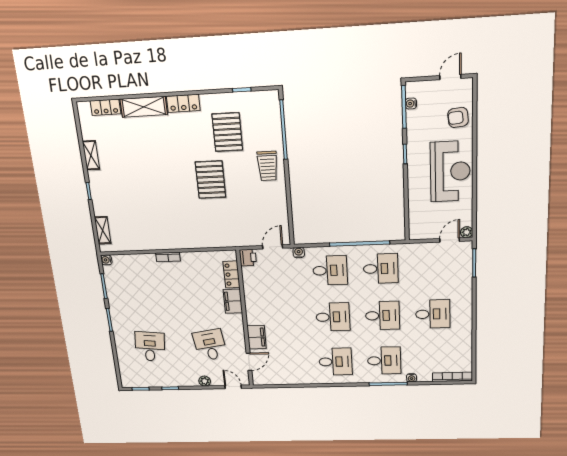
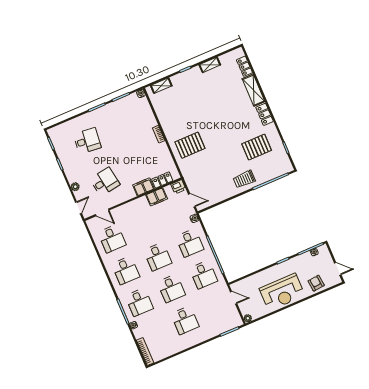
pallet: (210, 180) -> (190, 145), moved
door: (450, 240) -> (234, 298), moved
filing cabinet: (257, 337) -> (157, 197), moved
desk: (287, 363) -> (112, 239), added

